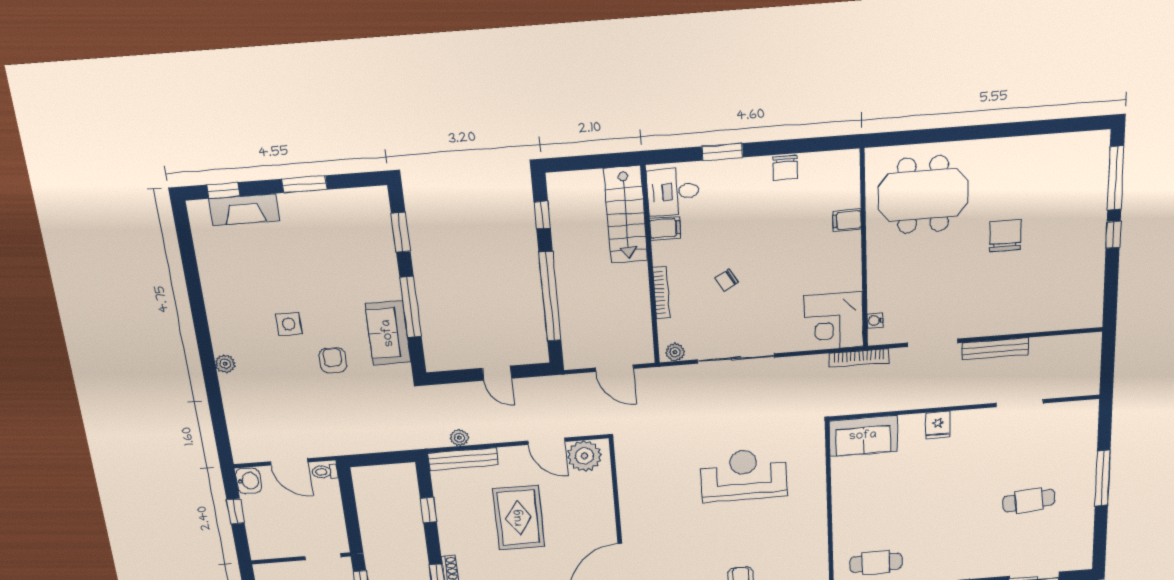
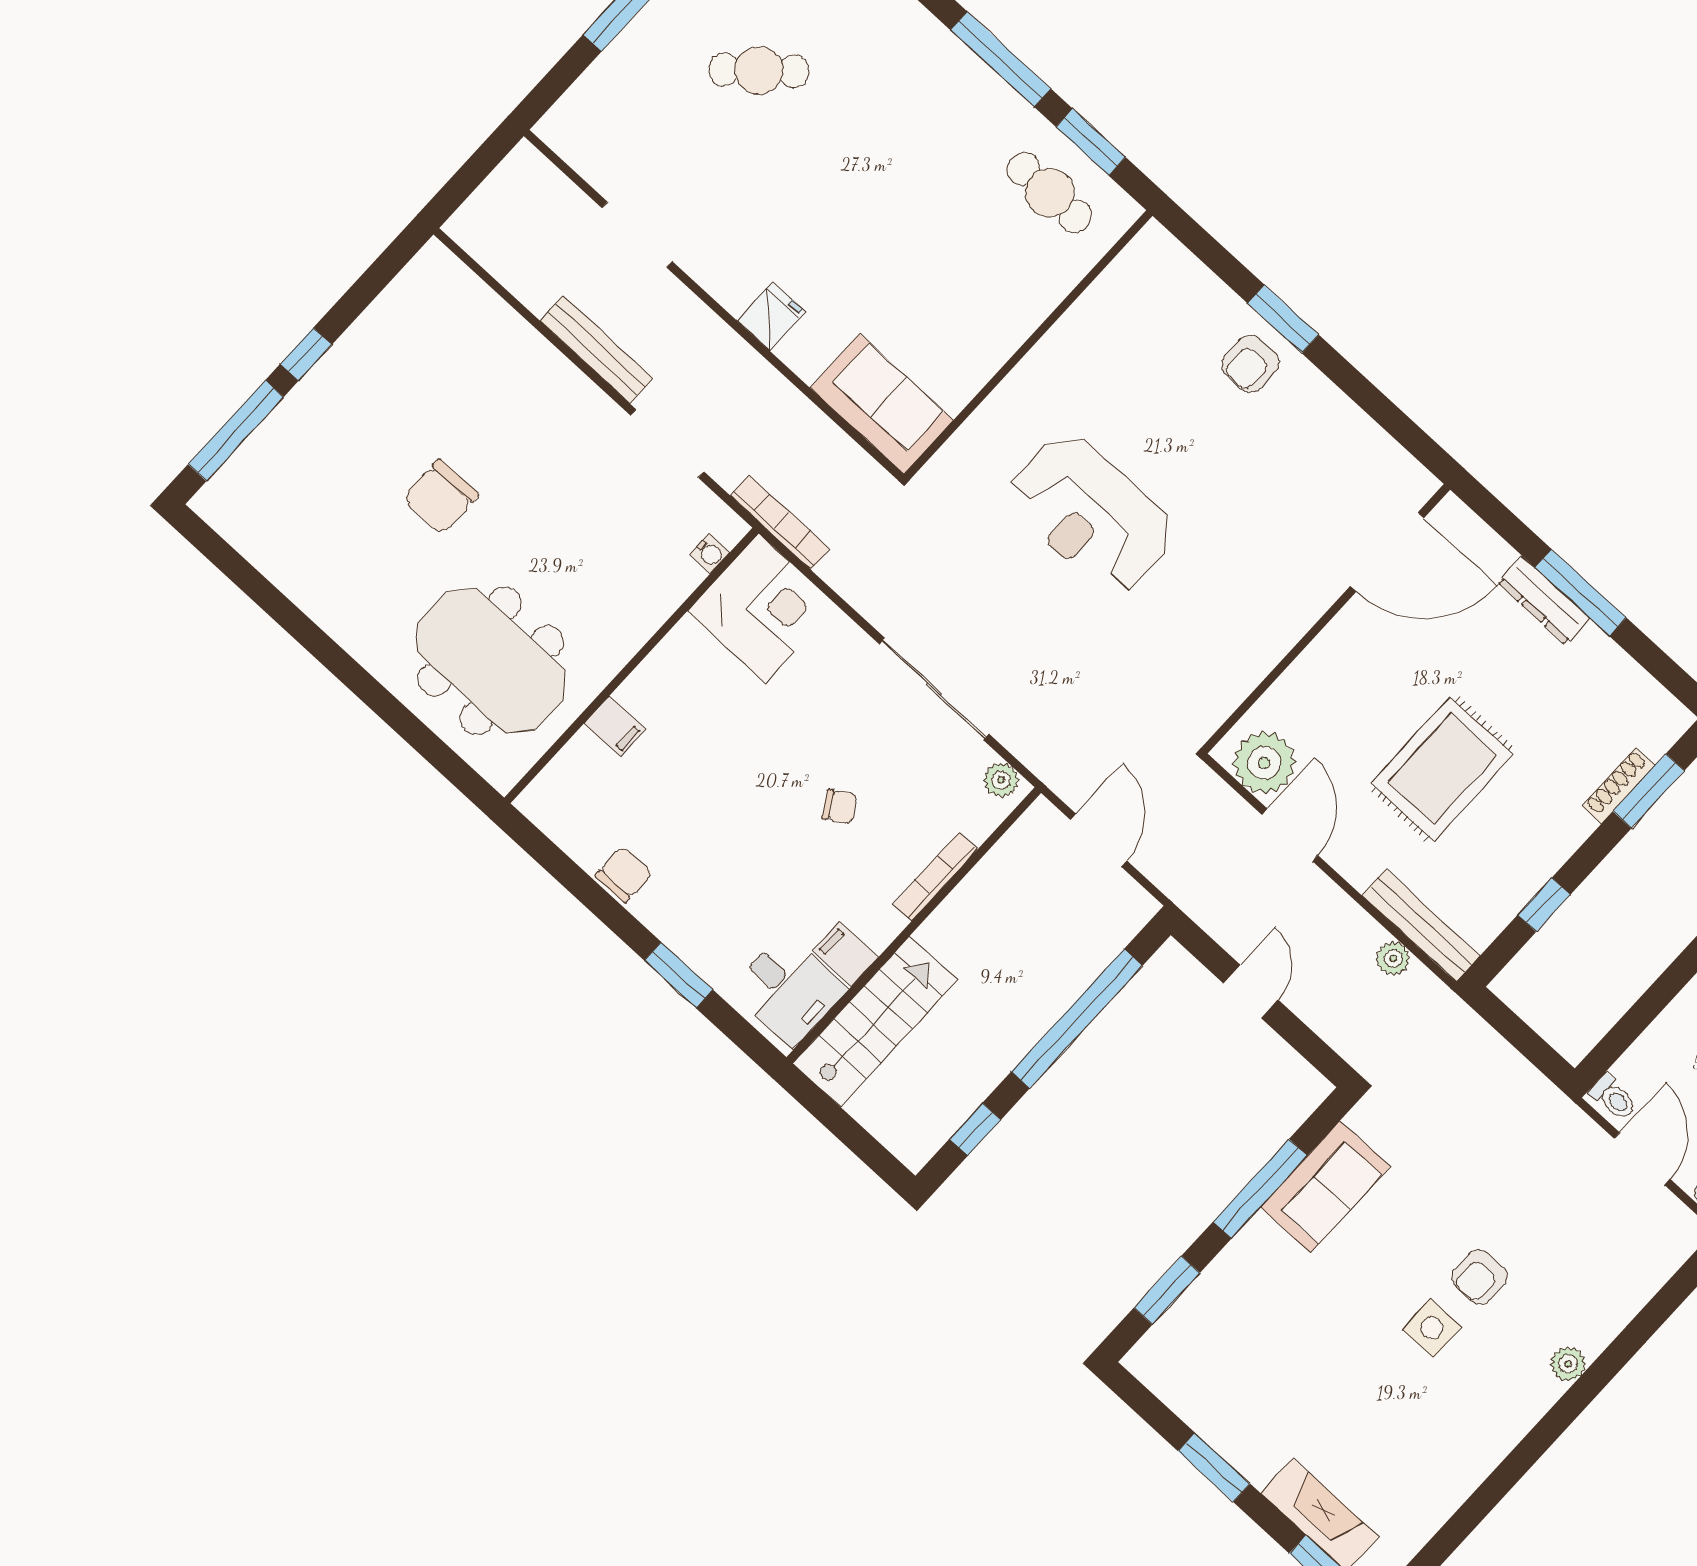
armchair: (333, 360) -> (1480, 1277), moved
cafe table: (1029, 501) -> (759, 70), turned -36

